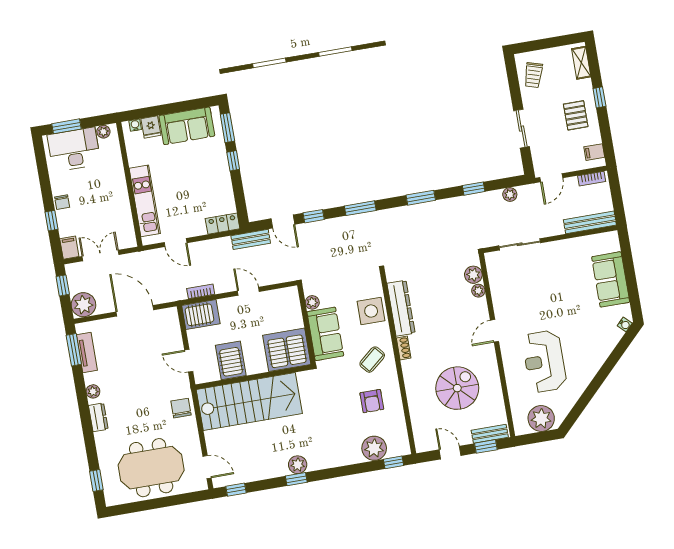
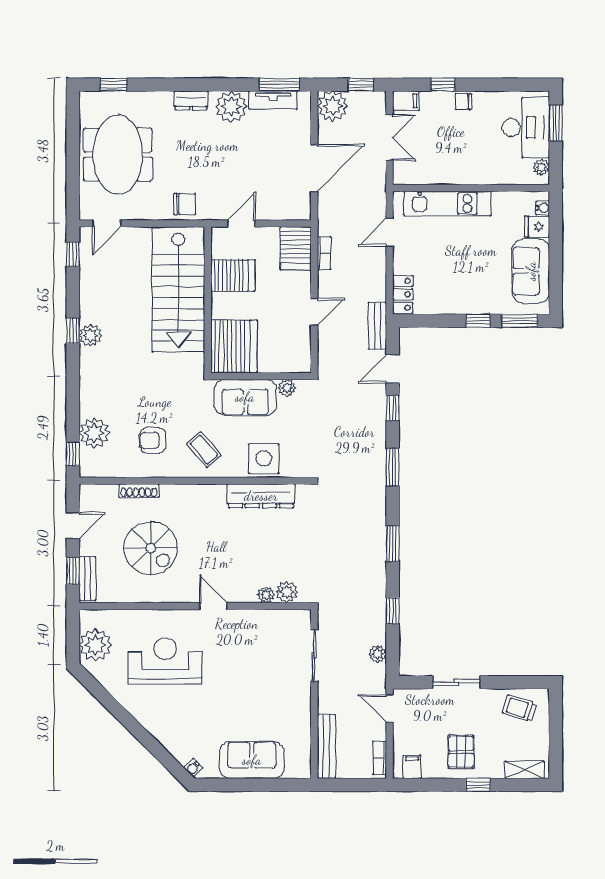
pallet: (576, 115) -> (461, 752), turned 90
shoe rack: (404, 348) -> (139, 491), moved, width x1.43
plant: (93, 391) -> (231, 107), width x1.87, depth x1.87

